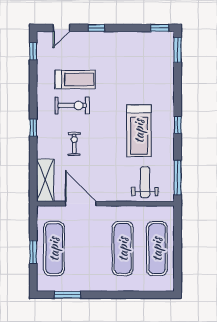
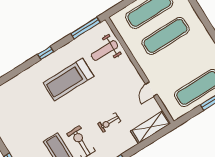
treadmill: (139, 131) -> (68, 80), turned 180
door: (81, 204) -> (151, 89), width x0.53

